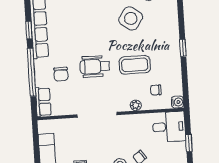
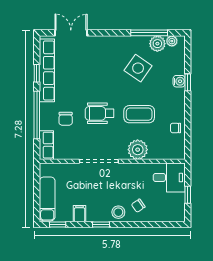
window: (183, 48) -> (188, 82), moved
chair: (156, 90) -> (176, 128), moved
water cooler: (177, 102) -> (179, 81), moved
plant: (136, 105) -> (138, 150), width x1.88, depth x1.88

